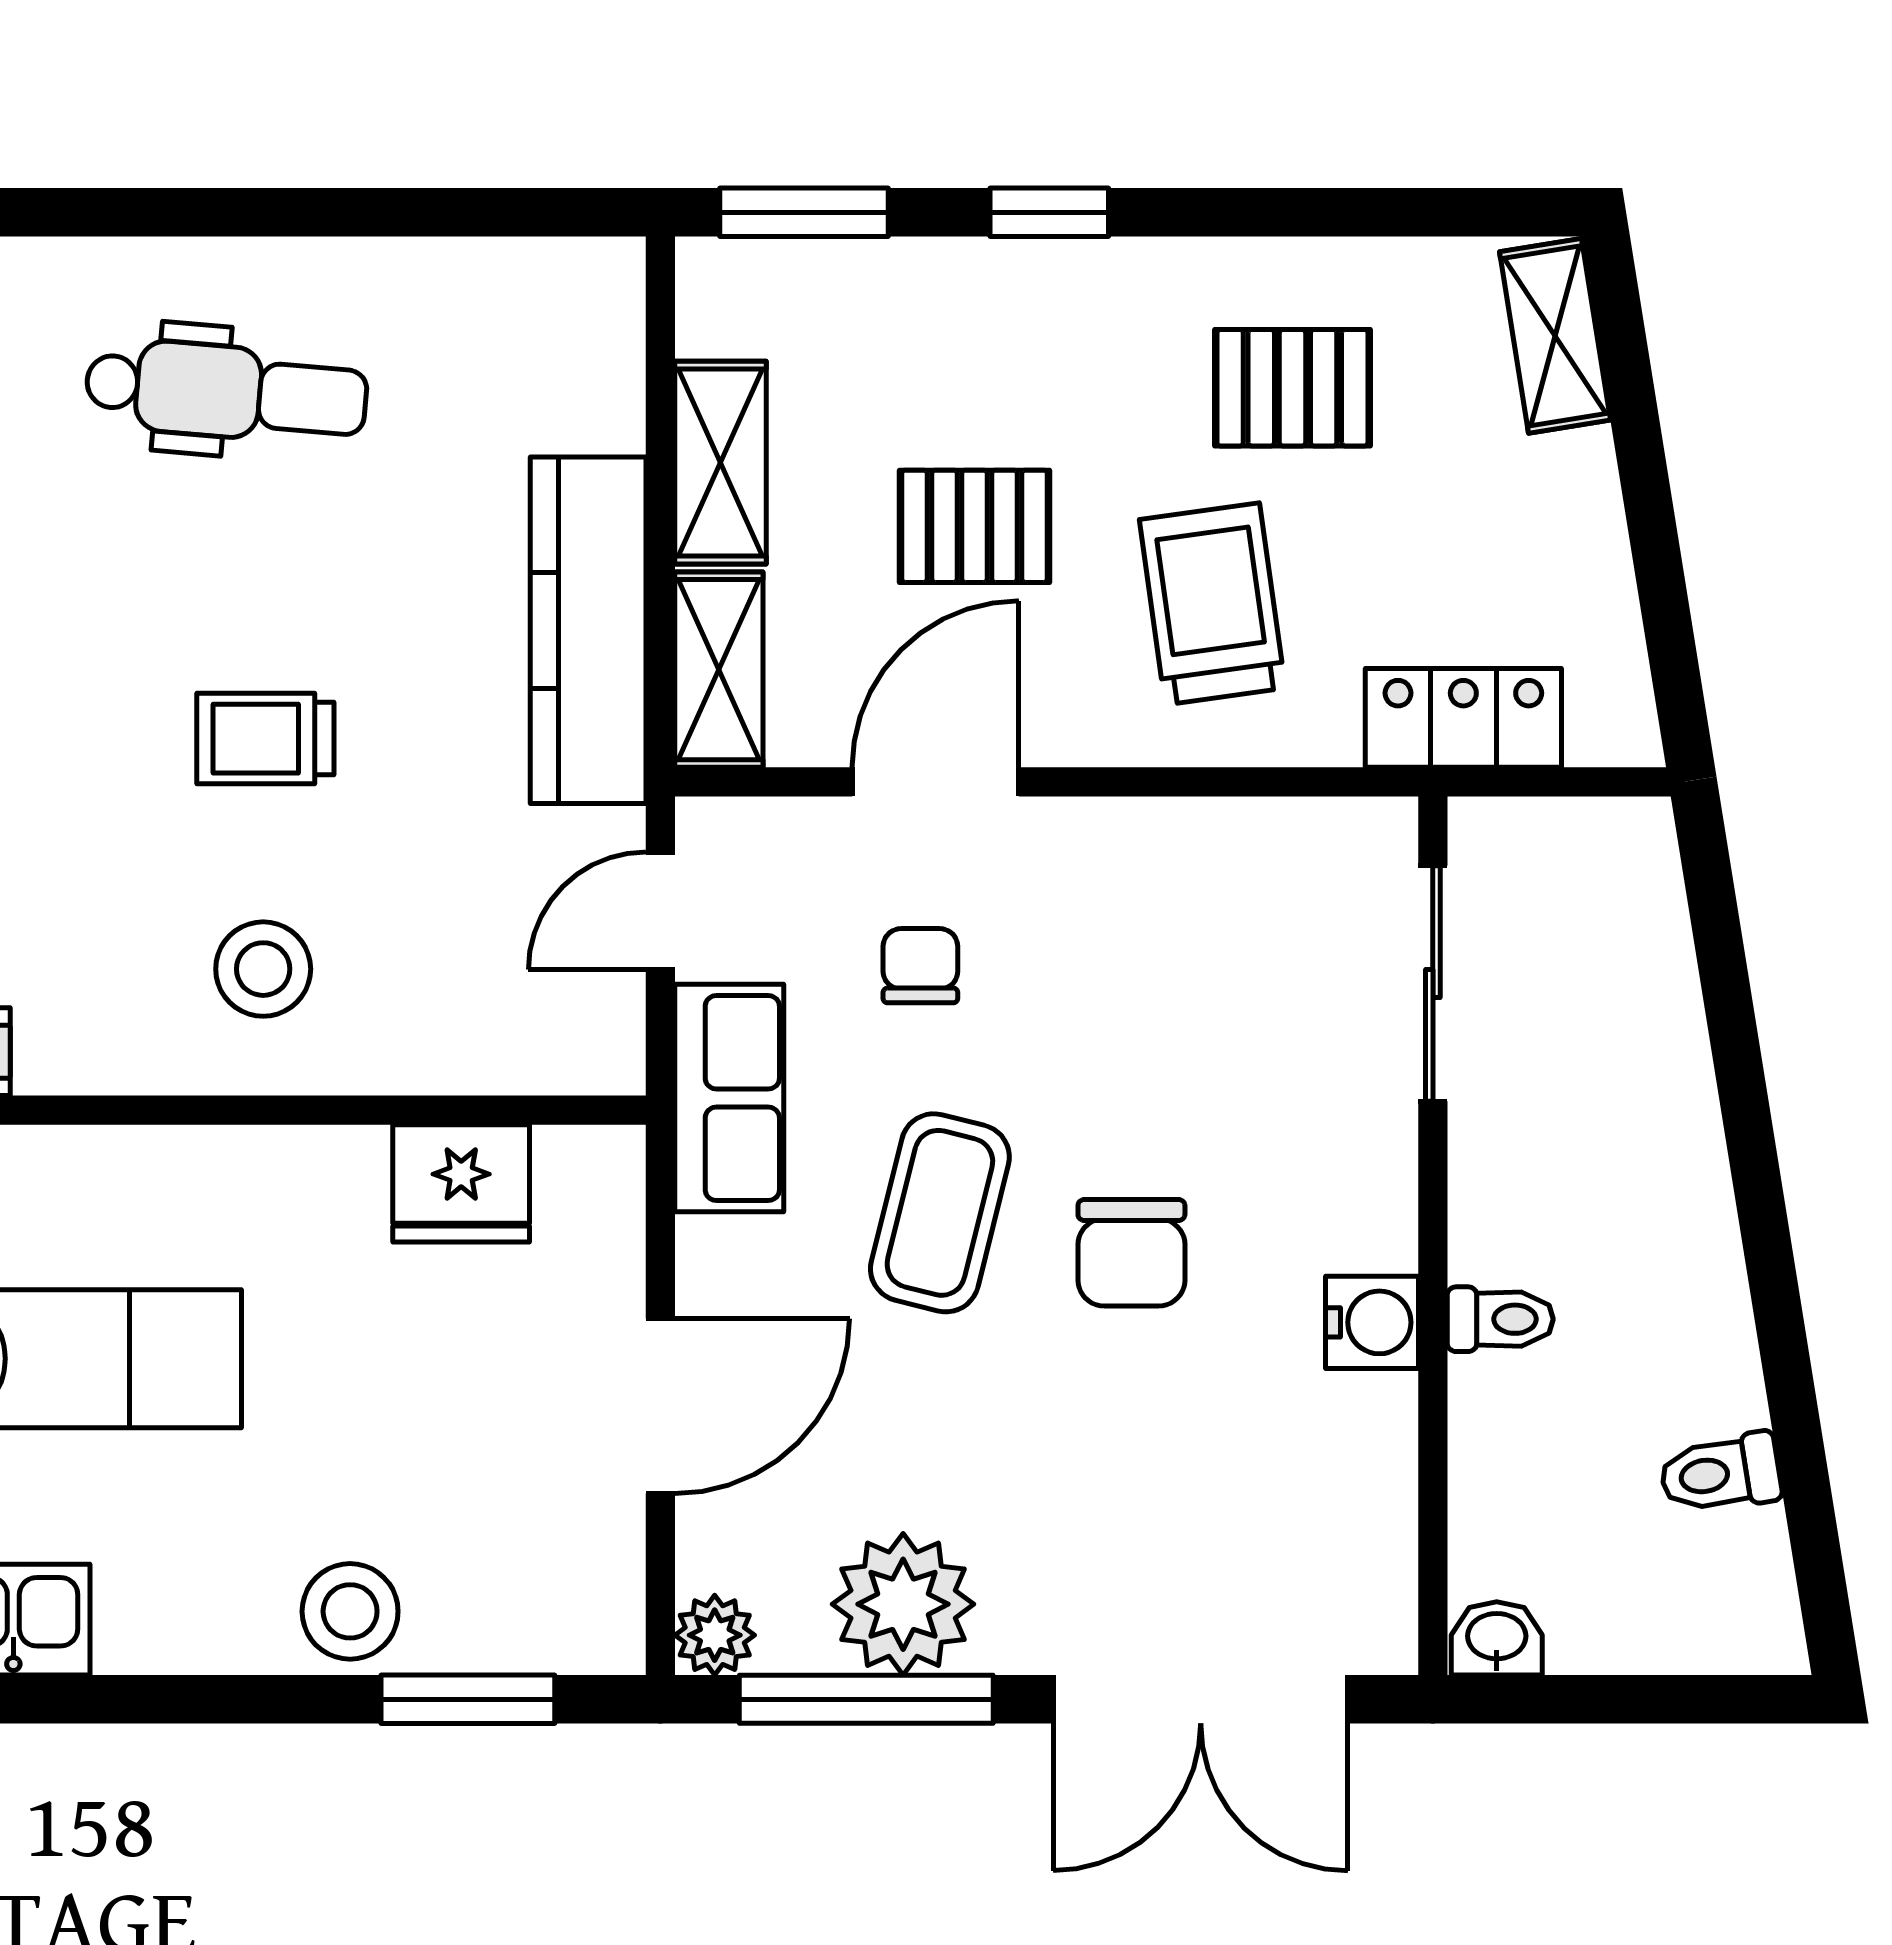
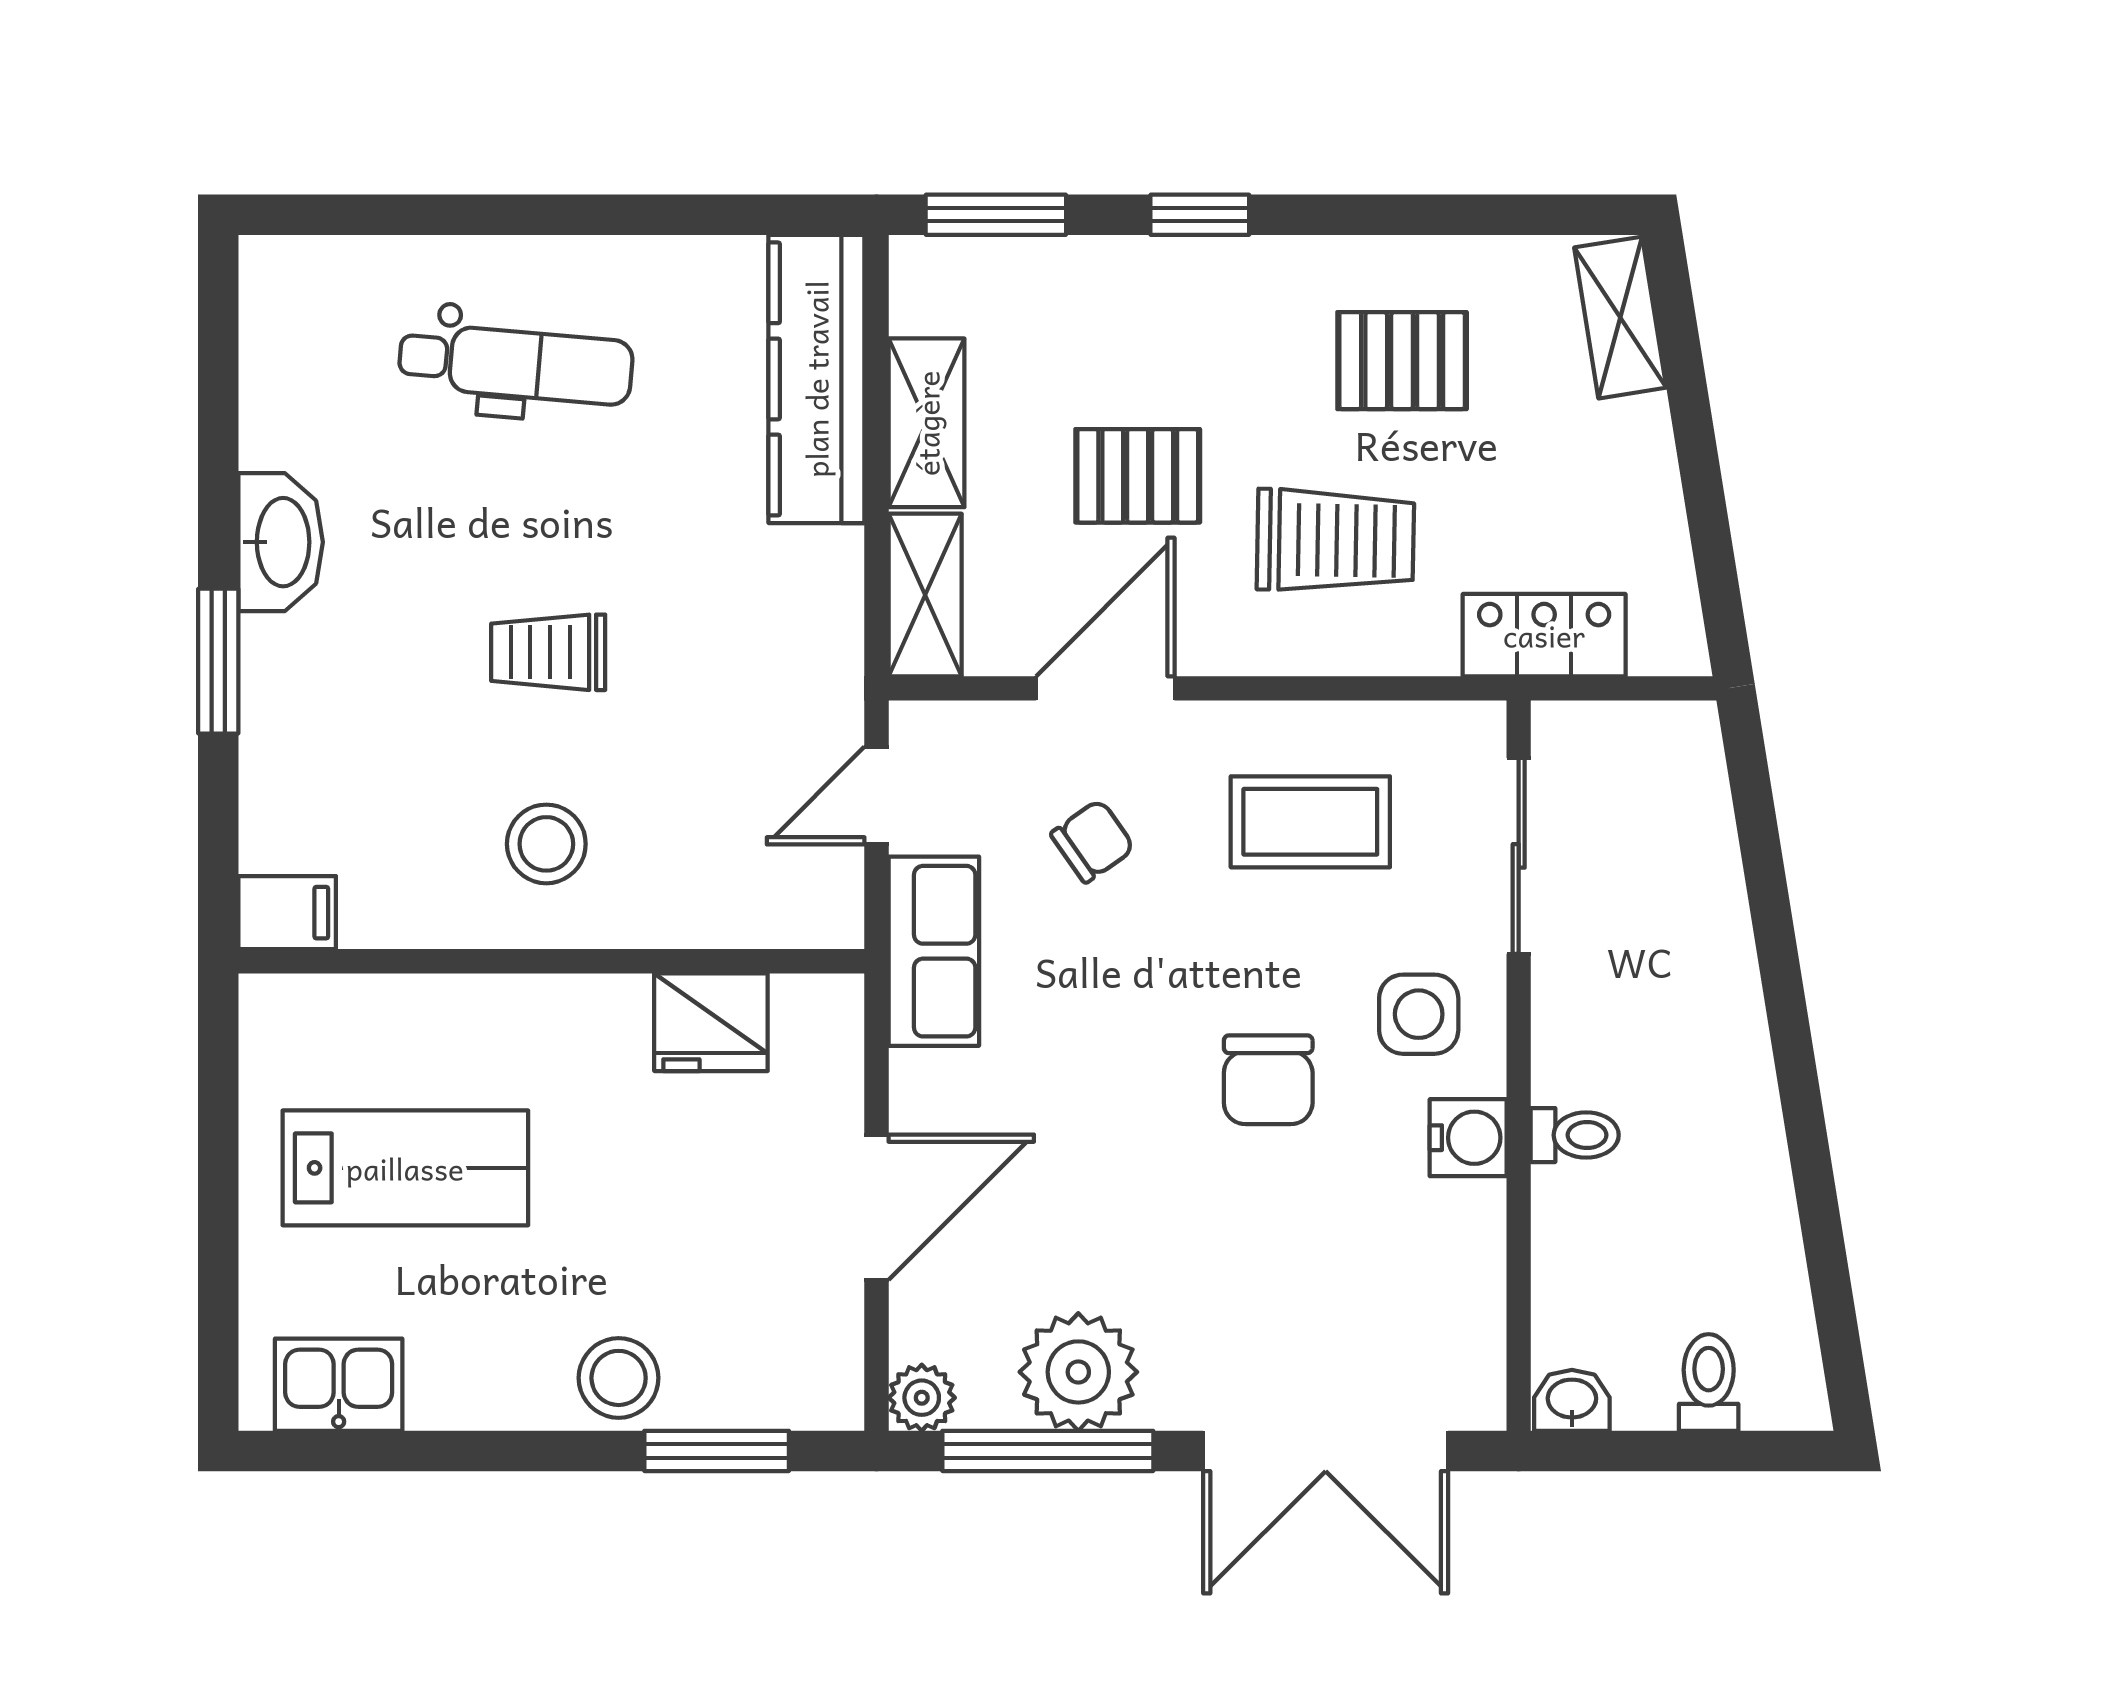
trolley: (1212, 604) -> (1335, 540), turned 99
kitchen counter: (588, 630) -> (816, 379), moved
chair: (920, 966) -> (1093, 841), turned 55
side table: (1312, 1174) -> (1419, 1014), added
coffee table: (940, 1213) -> (1310, 822), moved, turned 76
toilet: (1720, 1473) -> (1709, 1383), moved, turned 99

